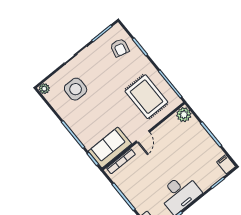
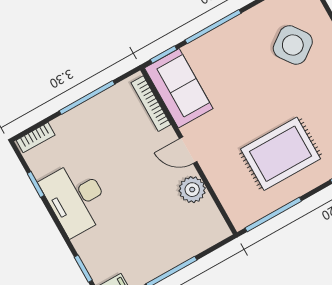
side table: (76, 89) -> (293, 45), turned -36
rug: (146, 97) -> (280, 154), moved
plant: (184, 115) -> (192, 190), moved

